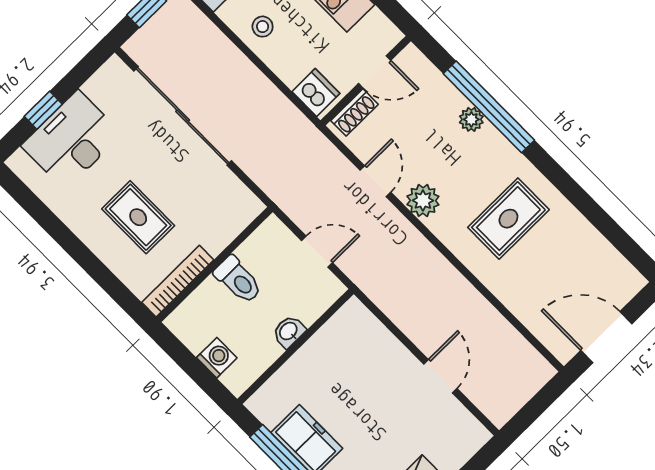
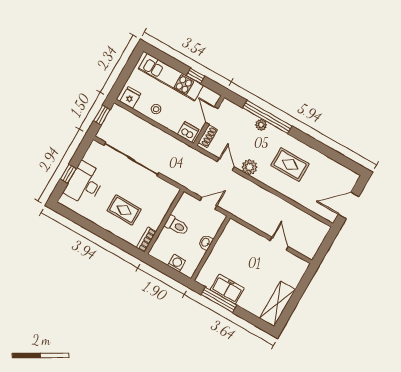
door: (375, 72) -> (212, 116), swing flipped
rug: (508, 219) -> (290, 165), turned 90
bookcase: (178, 281) -> (146, 240), width x0.64

